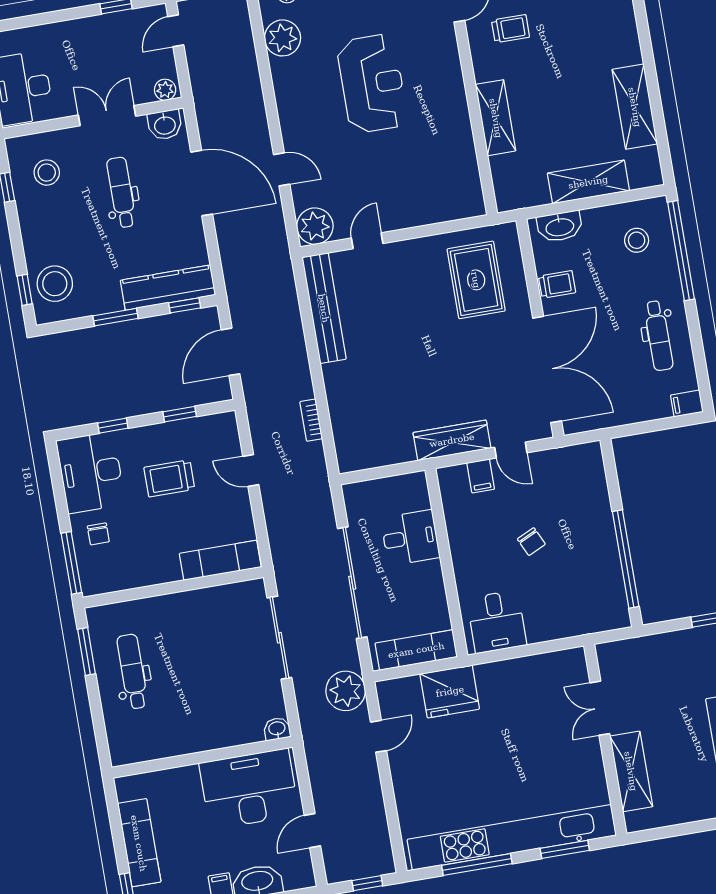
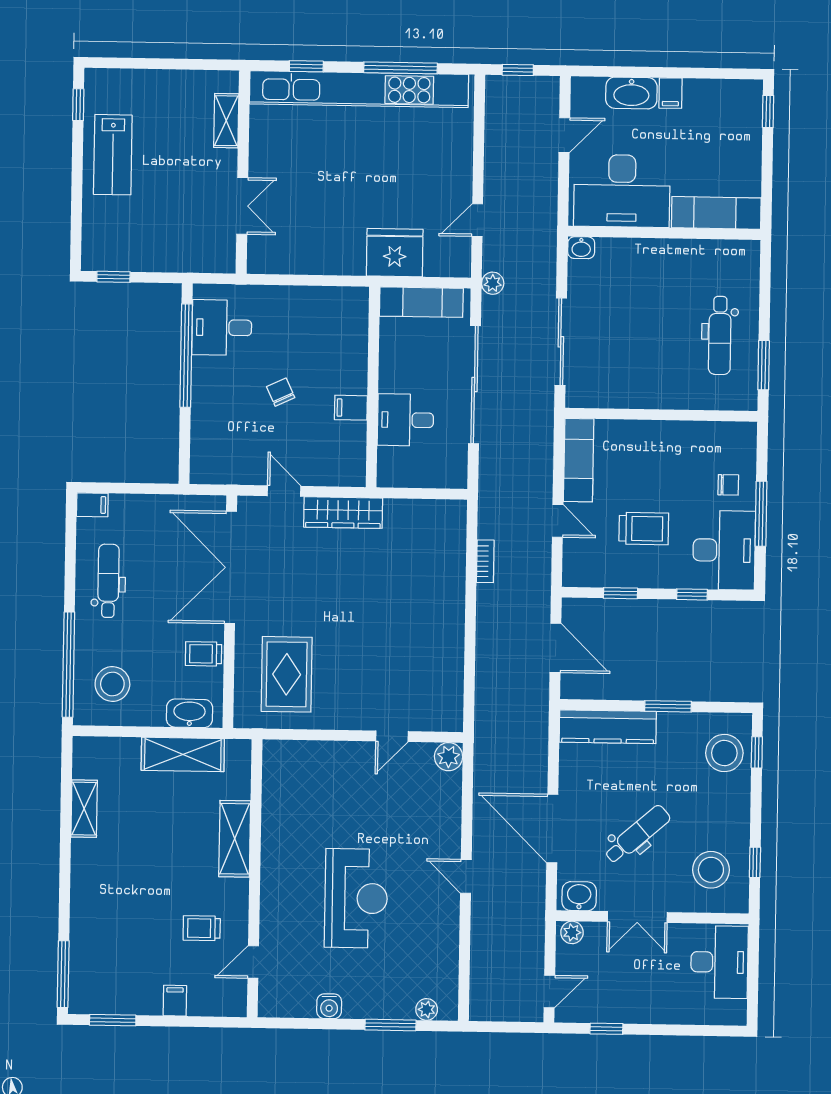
plant: (283, 38) -> (440, 963), removed
reception desk: (372, 84) -> (356, 898), turned 180
shelving: (635, 107) -> (84, 809), width x0.67, depth x0.75
door: (282, 169) -> (466, 876), moved
stool: (47, 173) -> (711, 870), width x1.38, depth x1.38
shelving: (588, 182) -> (183, 754), moved
dental chair: (121, 192) -> (637, 835), turned -131
plant: (315, 226) -> (449, 757), width x0.73, depth x0.73
stool: (637, 240) -> (112, 684), width x1.38, depth x1.38
window: (185, 305) -> (594, 705), removed
bench: (324, 308) -> (450, 675), removed
door: (231, 352) -> (555, 648), hinge flipped
filing cabinet: (481, 476) -> (351, 408), moved, turned -90
chair: (98, 534) -> (728, 485), turned 90
exam couch: (220, 560) -> (579, 460), moved, turned -90
window: (71, 563) -> (761, 514), moved
desk: (497, 622) -> (222, 328), moved, turned -90
plant: (346, 691) -> (493, 283), width x0.53, depth x0.53
shelving: (631, 771) -> (226, 121), width x0.67, depth x0.75
exam couch: (139, 843) -> (716, 213), moved, turned 90
window: (565, 849) -> (306, 66), width x0.67

